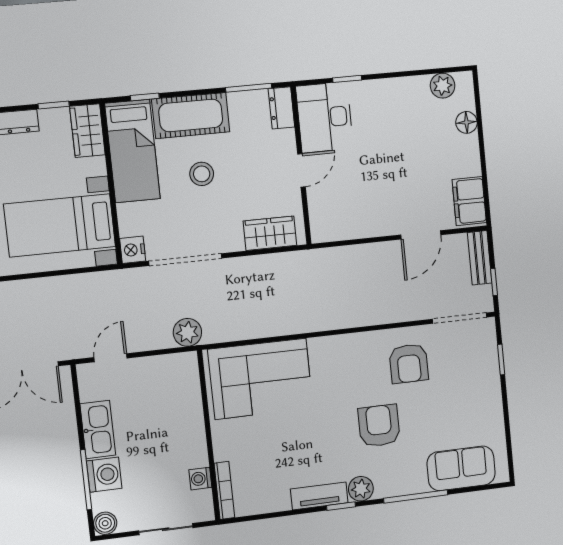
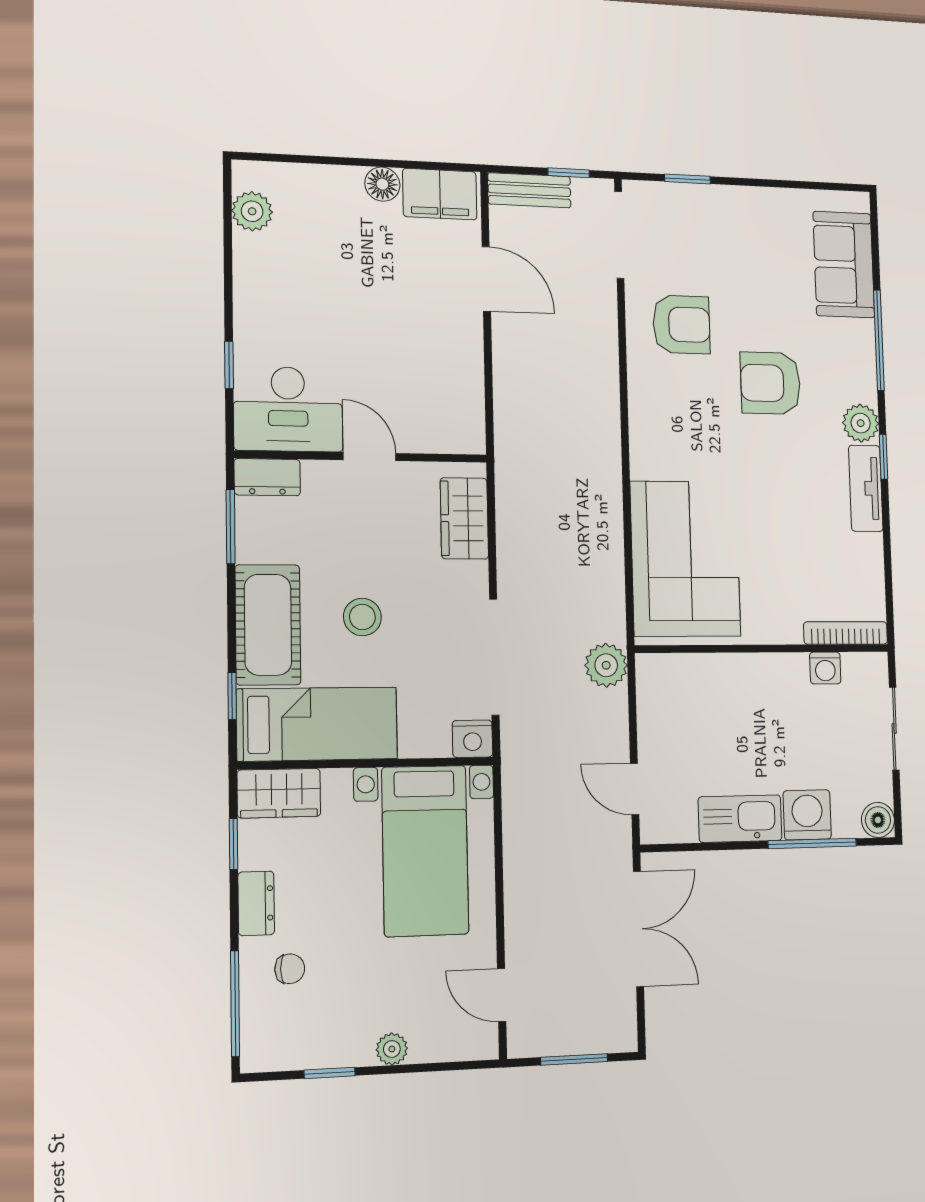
floor lamp: (466, 122) -> (382, 184), moved

